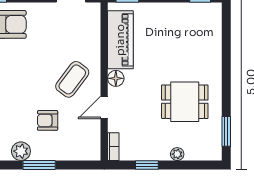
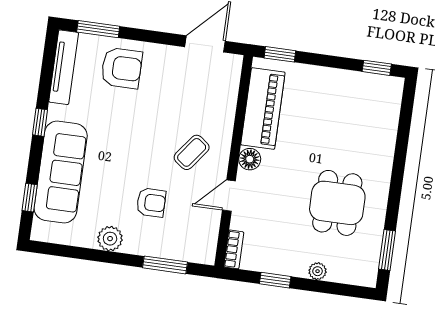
coffee table: (72, 79) -> (192, 152), width x0.73, depth x0.77
dining table: (185, 102) -> (337, 203), turned 90
armchair: (48, 120) -> (151, 202), turned 180
window: (39, 165) -> (165, 265), moved

